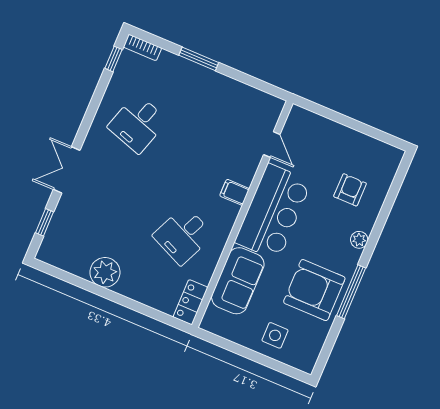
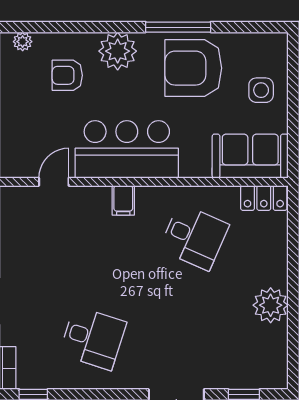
plant: (391, 166) -> (23, 42), added
plant: (359, 240) -> (118, 51), width x1.88, depth x1.88
sofa: (238, 281) -> (250, 156), moved
armchair: (314, 290) -> (193, 68), turned 90

